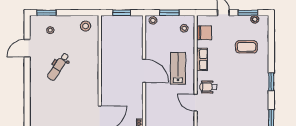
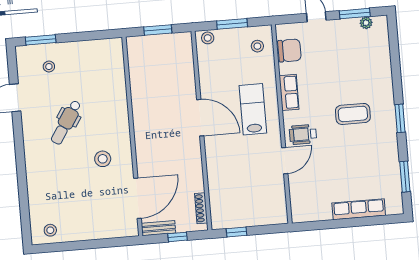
stool: (86, 26) -> (103, 159), moved
coffee table: (246, 47) -> (353, 114), moved
door: (196, 103) -> (285, 161), swing flipped

